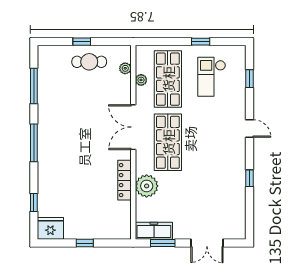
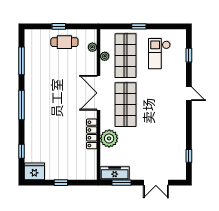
window: (201, 42) -> (139, 26), moved
window: (249, 178) -> (189, 156), moved

